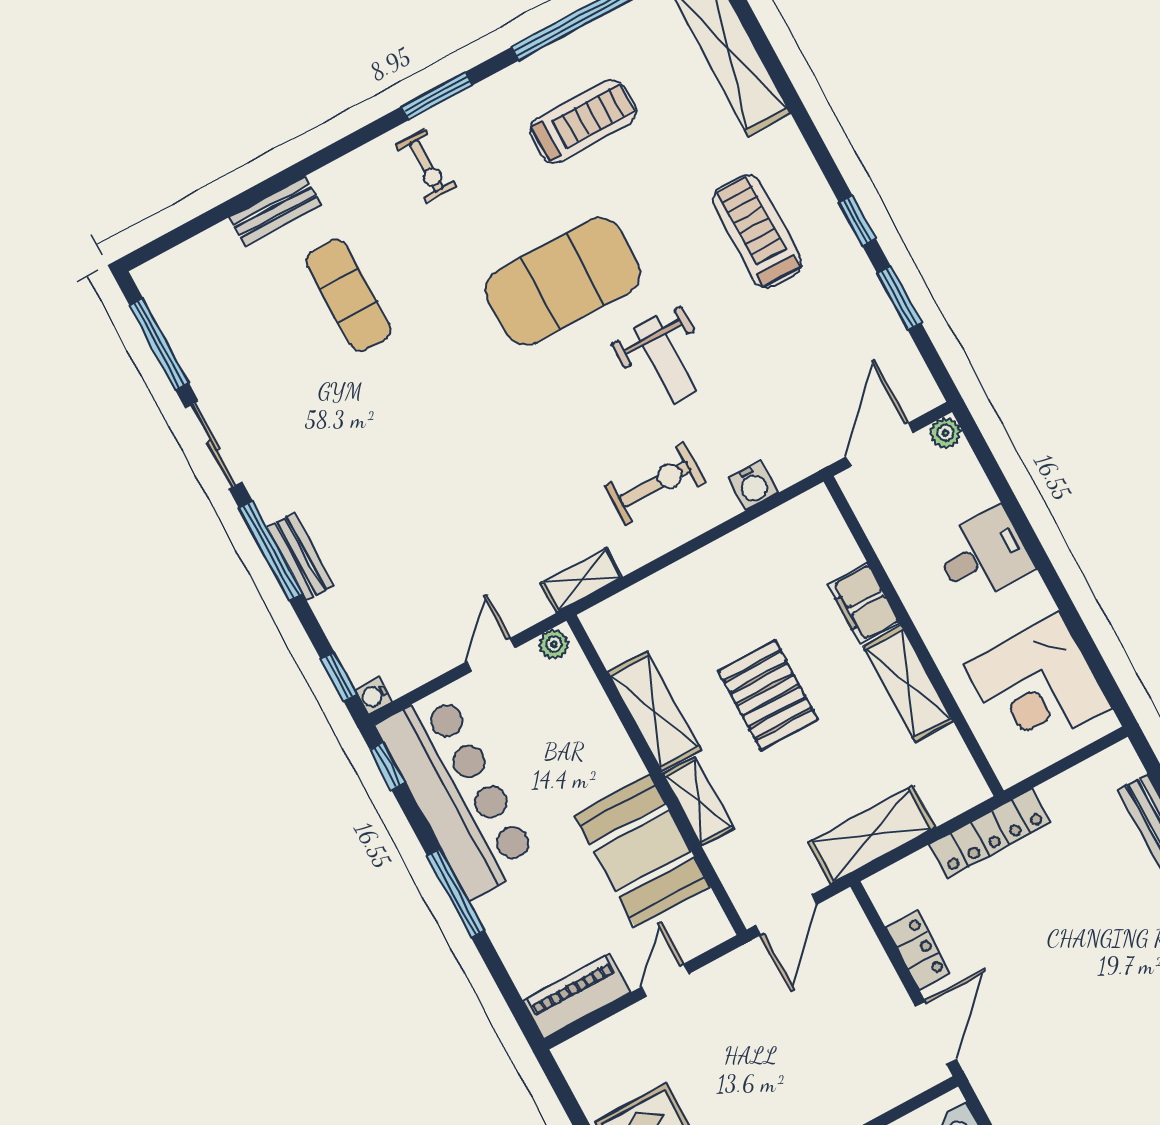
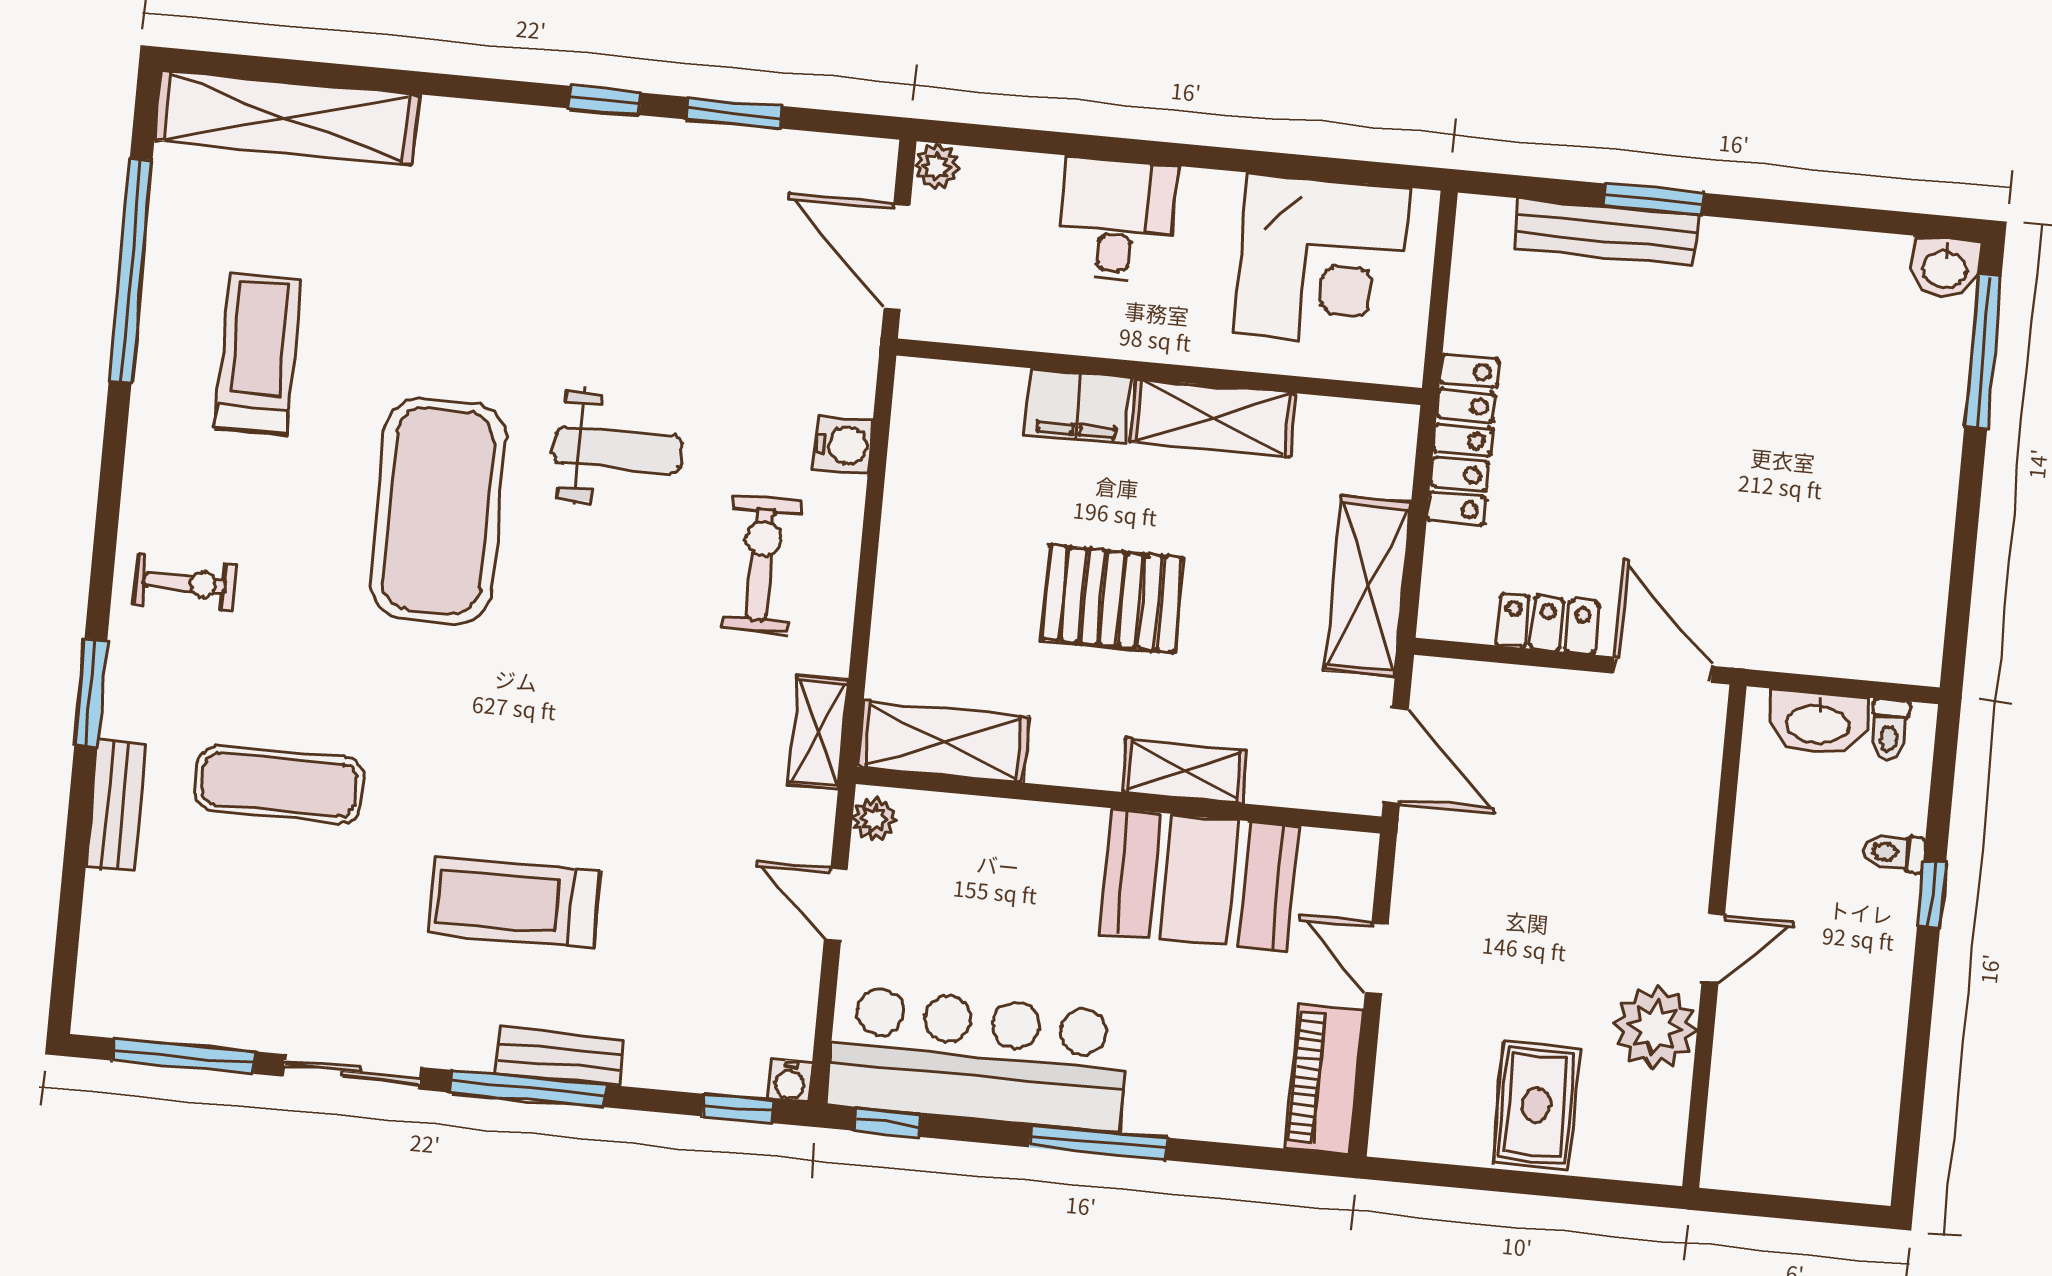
window: (437, 96) -> (91, 693), moved
treadmill: (757, 231) -> (515, 902), moved
shelving: (654, 711) -> (943, 742), moved

